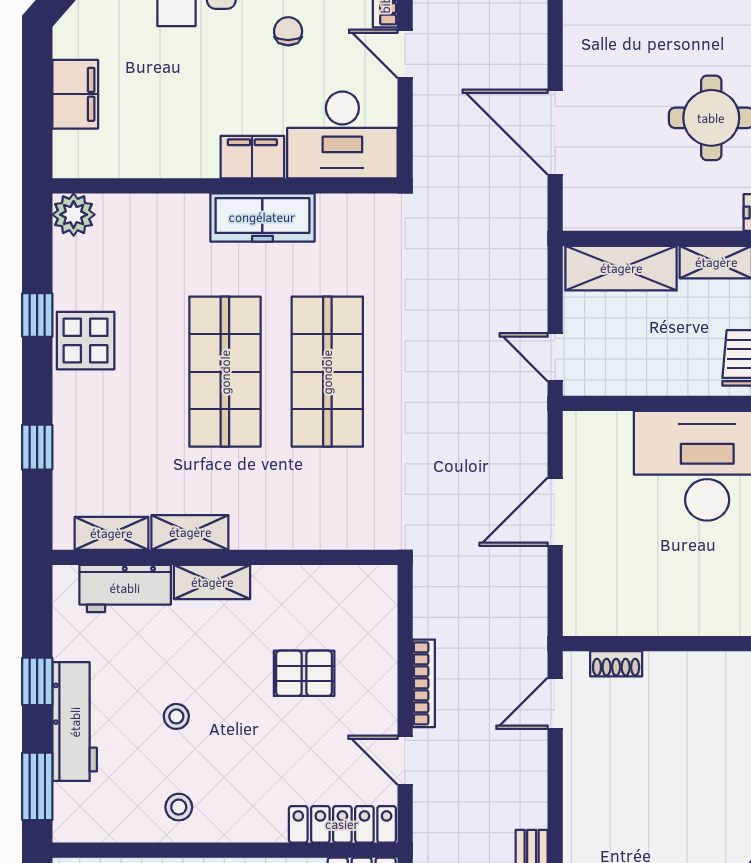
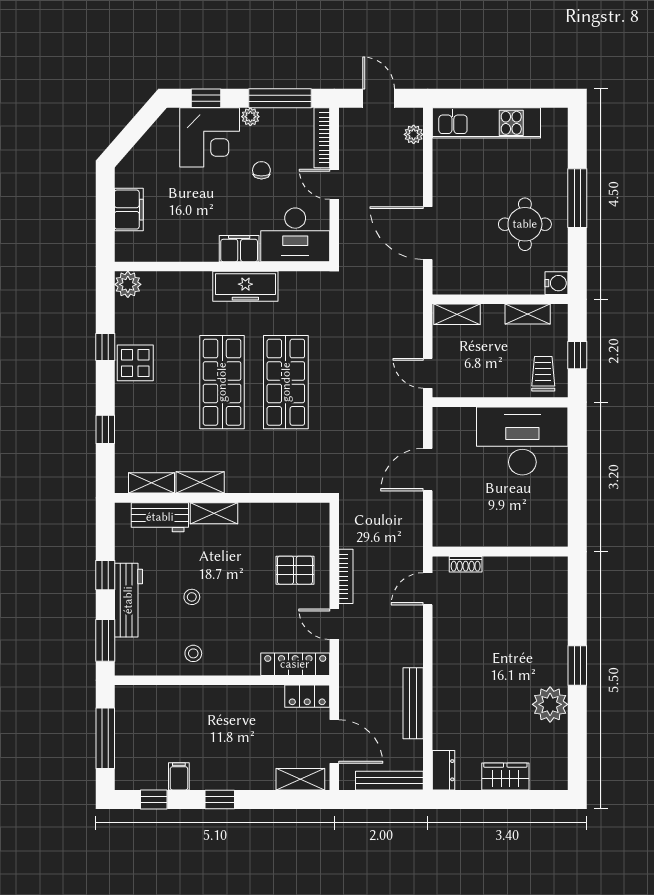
shelving: (621, 268) -> (457, 314), width x0.67, depth x0.75
pallet: (304, 673) -> (295, 570), moved

